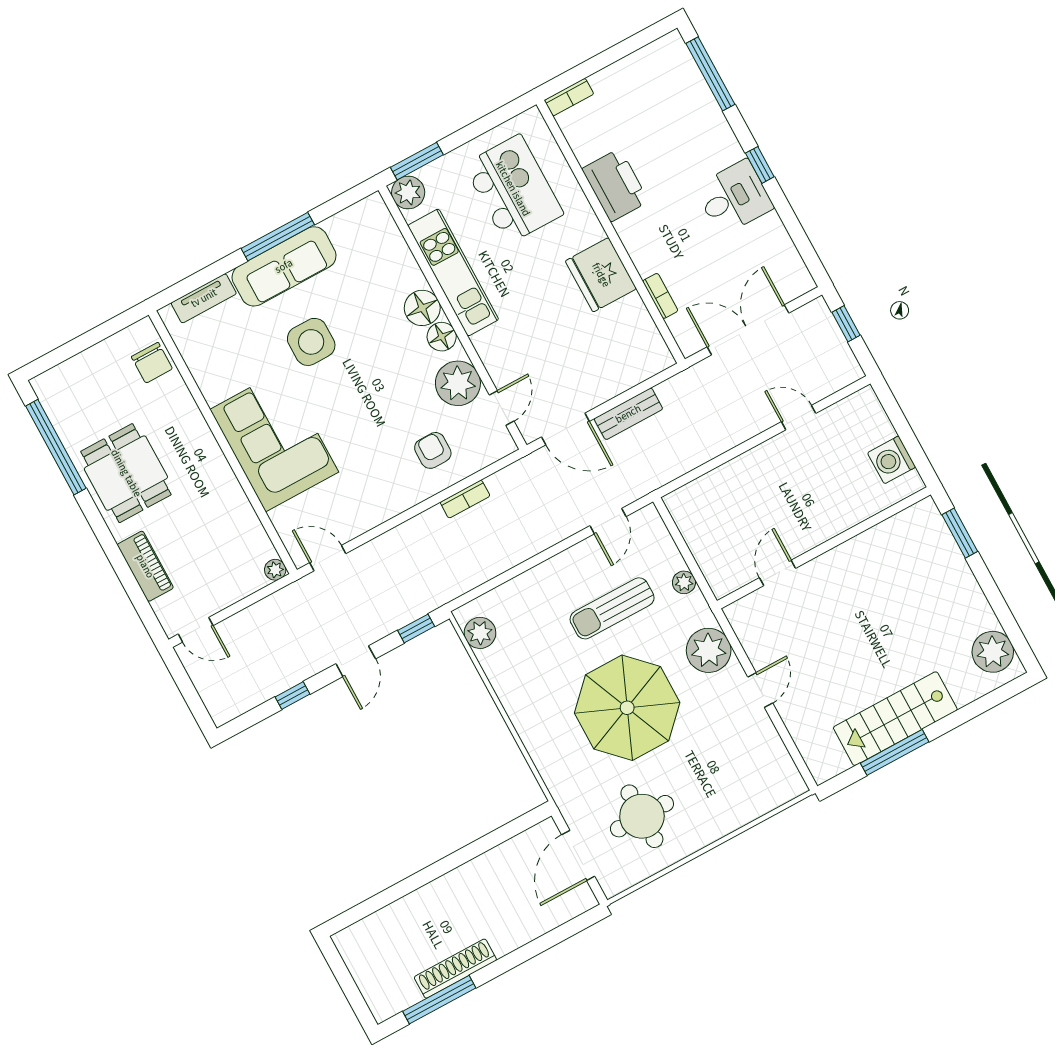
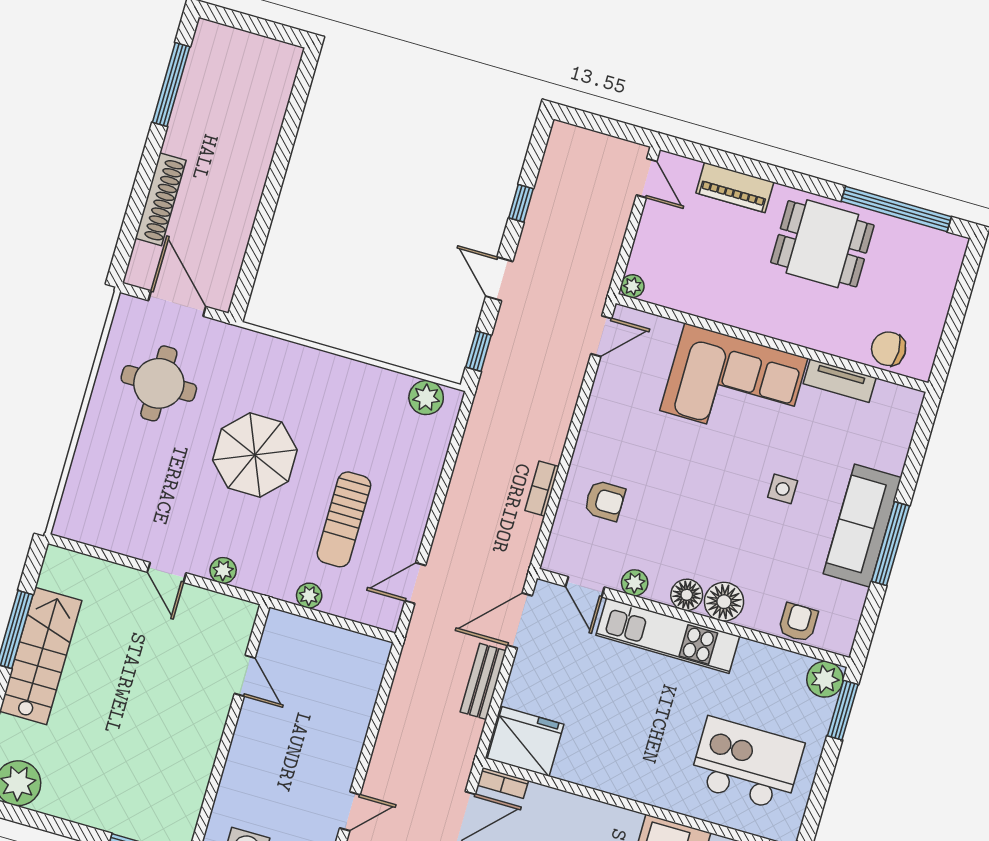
kitchen island: (513, 189) -> (747, 764), turned 180
armchair: (388, 246) -> (798, 622), added
kitchen unit: (453, 272) -> (668, 636), moved
fridge: (601, 275) -> (526, 741), moved
bookcase: (660, 296) -> (503, 783), moved
tv unit: (204, 298) -> (840, 381), moved, turned -90
side table: (311, 342) -> (783, 489), width x0.54, depth x0.54
plant: (458, 383) -> (635, 583), width x0.53, depth x0.53
door: (608, 521) -> (415, 583), hinge flipped
sun lounger: (612, 608) -> (344, 519), turned 180
door: (196, 630) -> (647, 178), swing flipped
plant: (709, 650) -> (223, 570), width x0.53, depth x0.53
parasol: (627, 708) -> (255, 455), width x0.73, depth x0.73
shoe rack: (455, 969) -> (161, 199), moved

